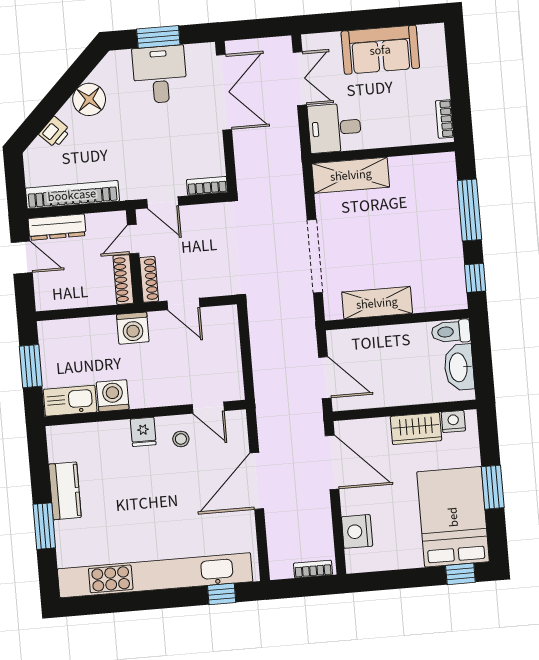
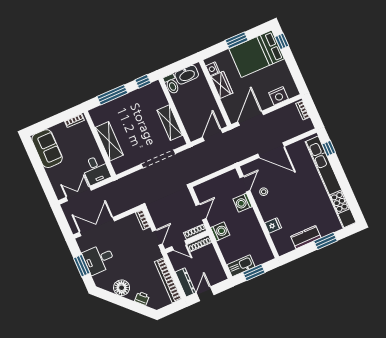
sofa: (380, 50) -> (47, 149), moved
shelving: (351, 175) -> (109, 141), moved
washing machine: (113, 396) -> (243, 203), moved
kitchen sink: (70, 401) -> (241, 266), moved, turned 90
fridge: (143, 432) -> (273, 225), moved

